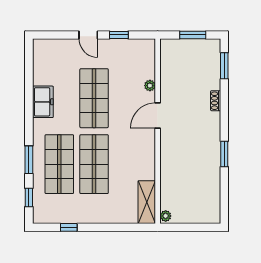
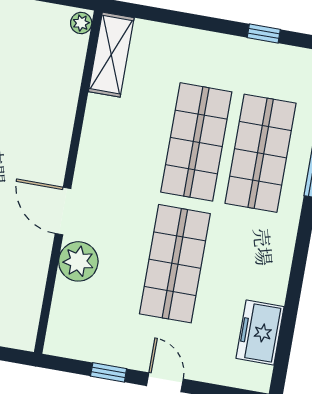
plant: (150, 86) -> (78, 261), width x1.88, depth x1.88
freezer: (43, 102) -> (260, 333), moved
door: (158, 116) -> (63, 211), swing flipped

